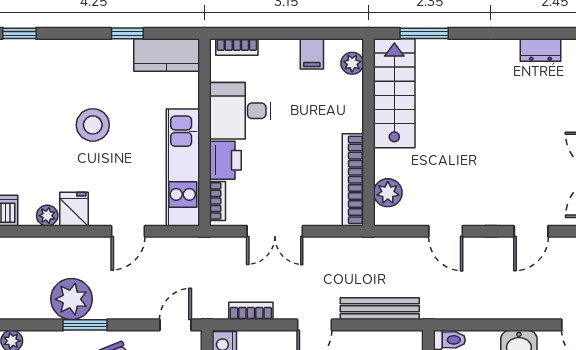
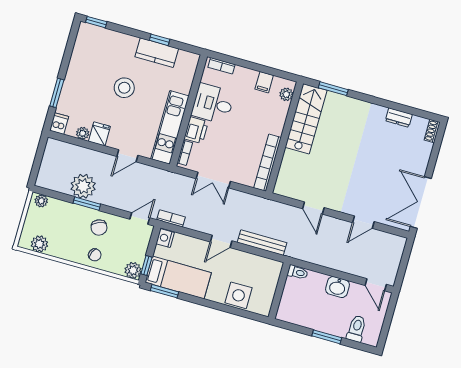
kitchen counter: (167, 55) -> (157, 53), moved
plant: (388, 193) -> (286, 176), removed
bookcase: (251, 311) -> (171, 218), moved

